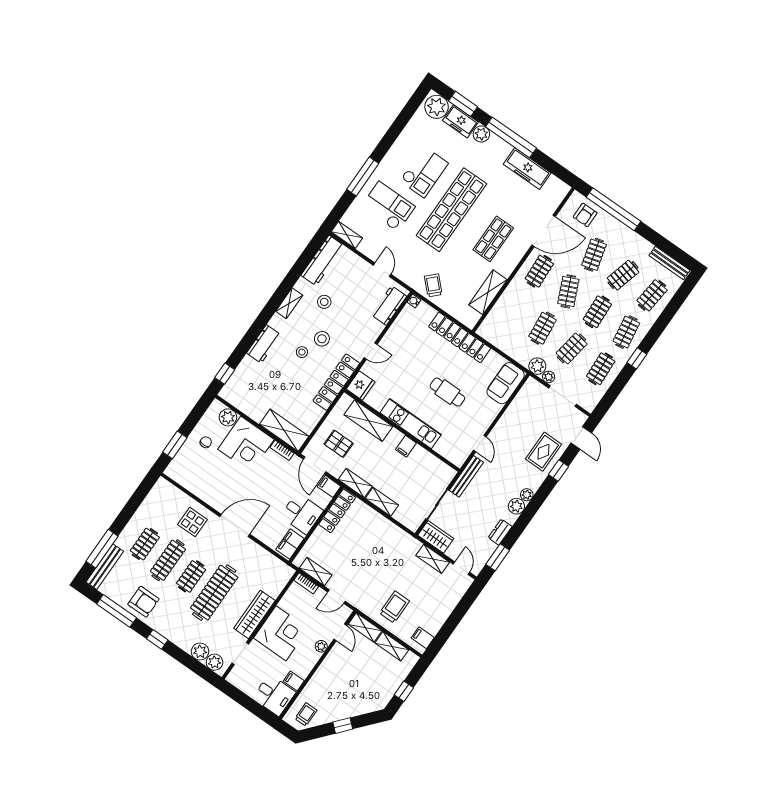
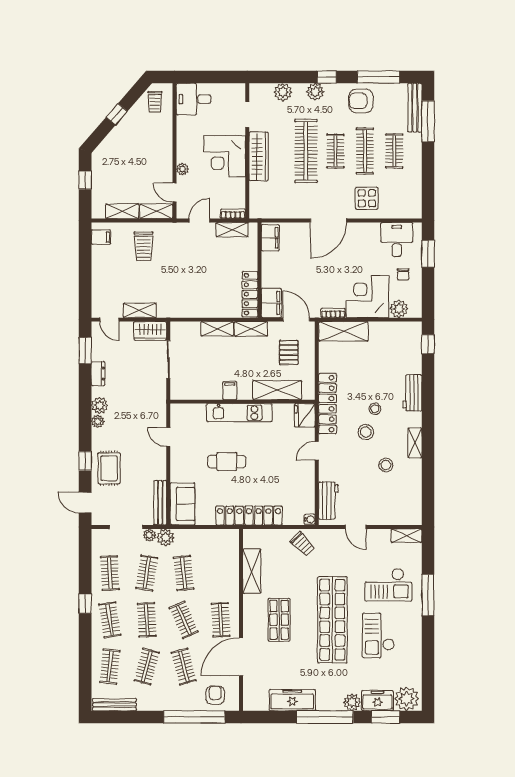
workbench: (323, 260) -> (412, 499), removed
pallet: (339, 444) -> (289, 352), turned 90
bench: (466, 476) -> (160, 503), moved
filing cabinet: (329, 486) -> (271, 303), width x2.00
desk: (302, 513) -> (397, 240), moved, turned 90
plant: (214, 662) -> (315, 92), moved
filing cabinet: (294, 681) -> (185, 123), removed

